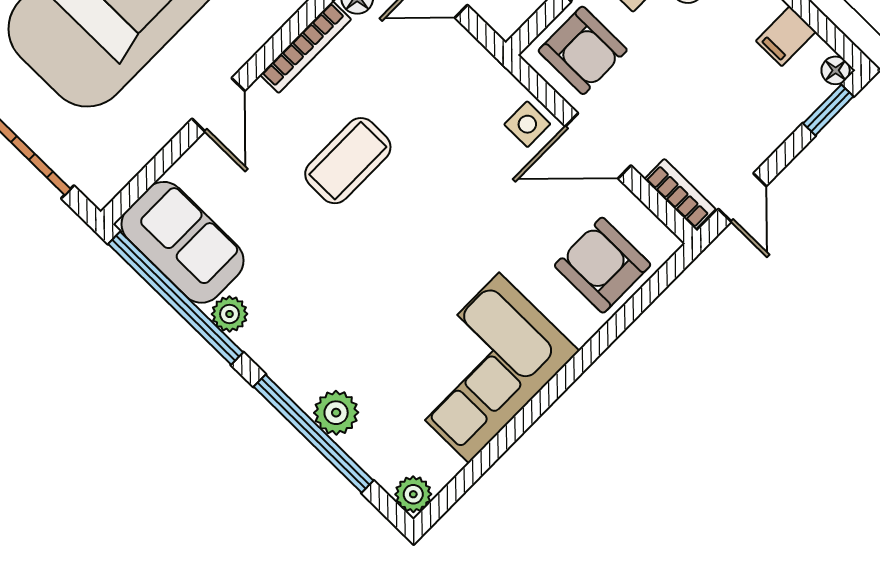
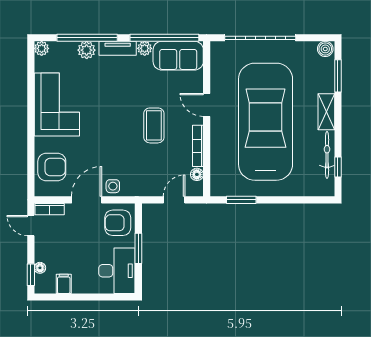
floor lamp: (836, 70) -> (40, 268), moved
tv unit: (278, 361) -> (118, 48), added

